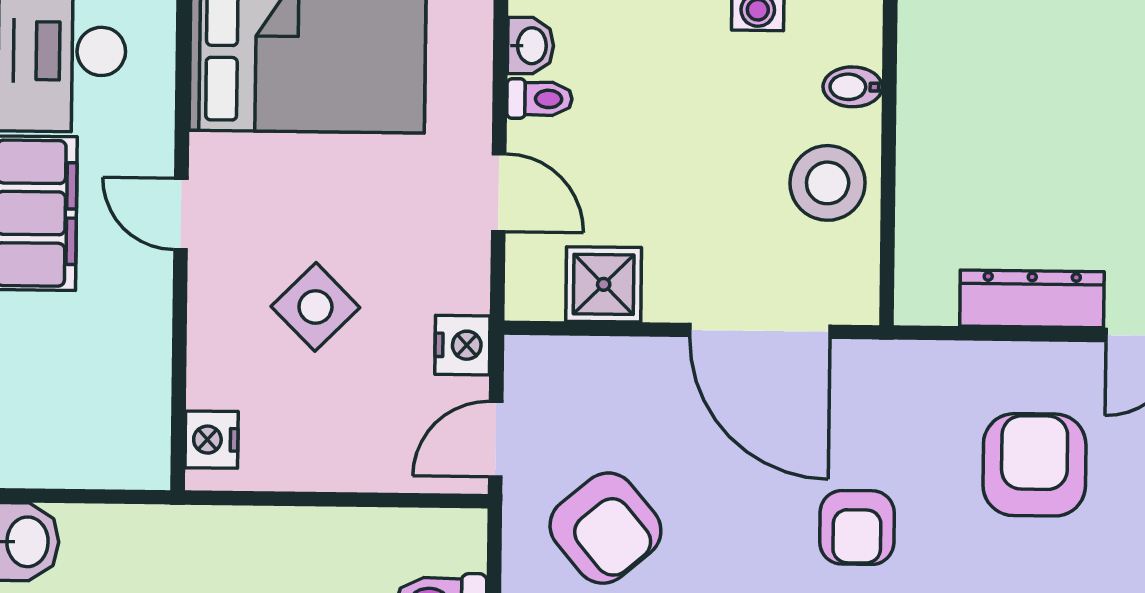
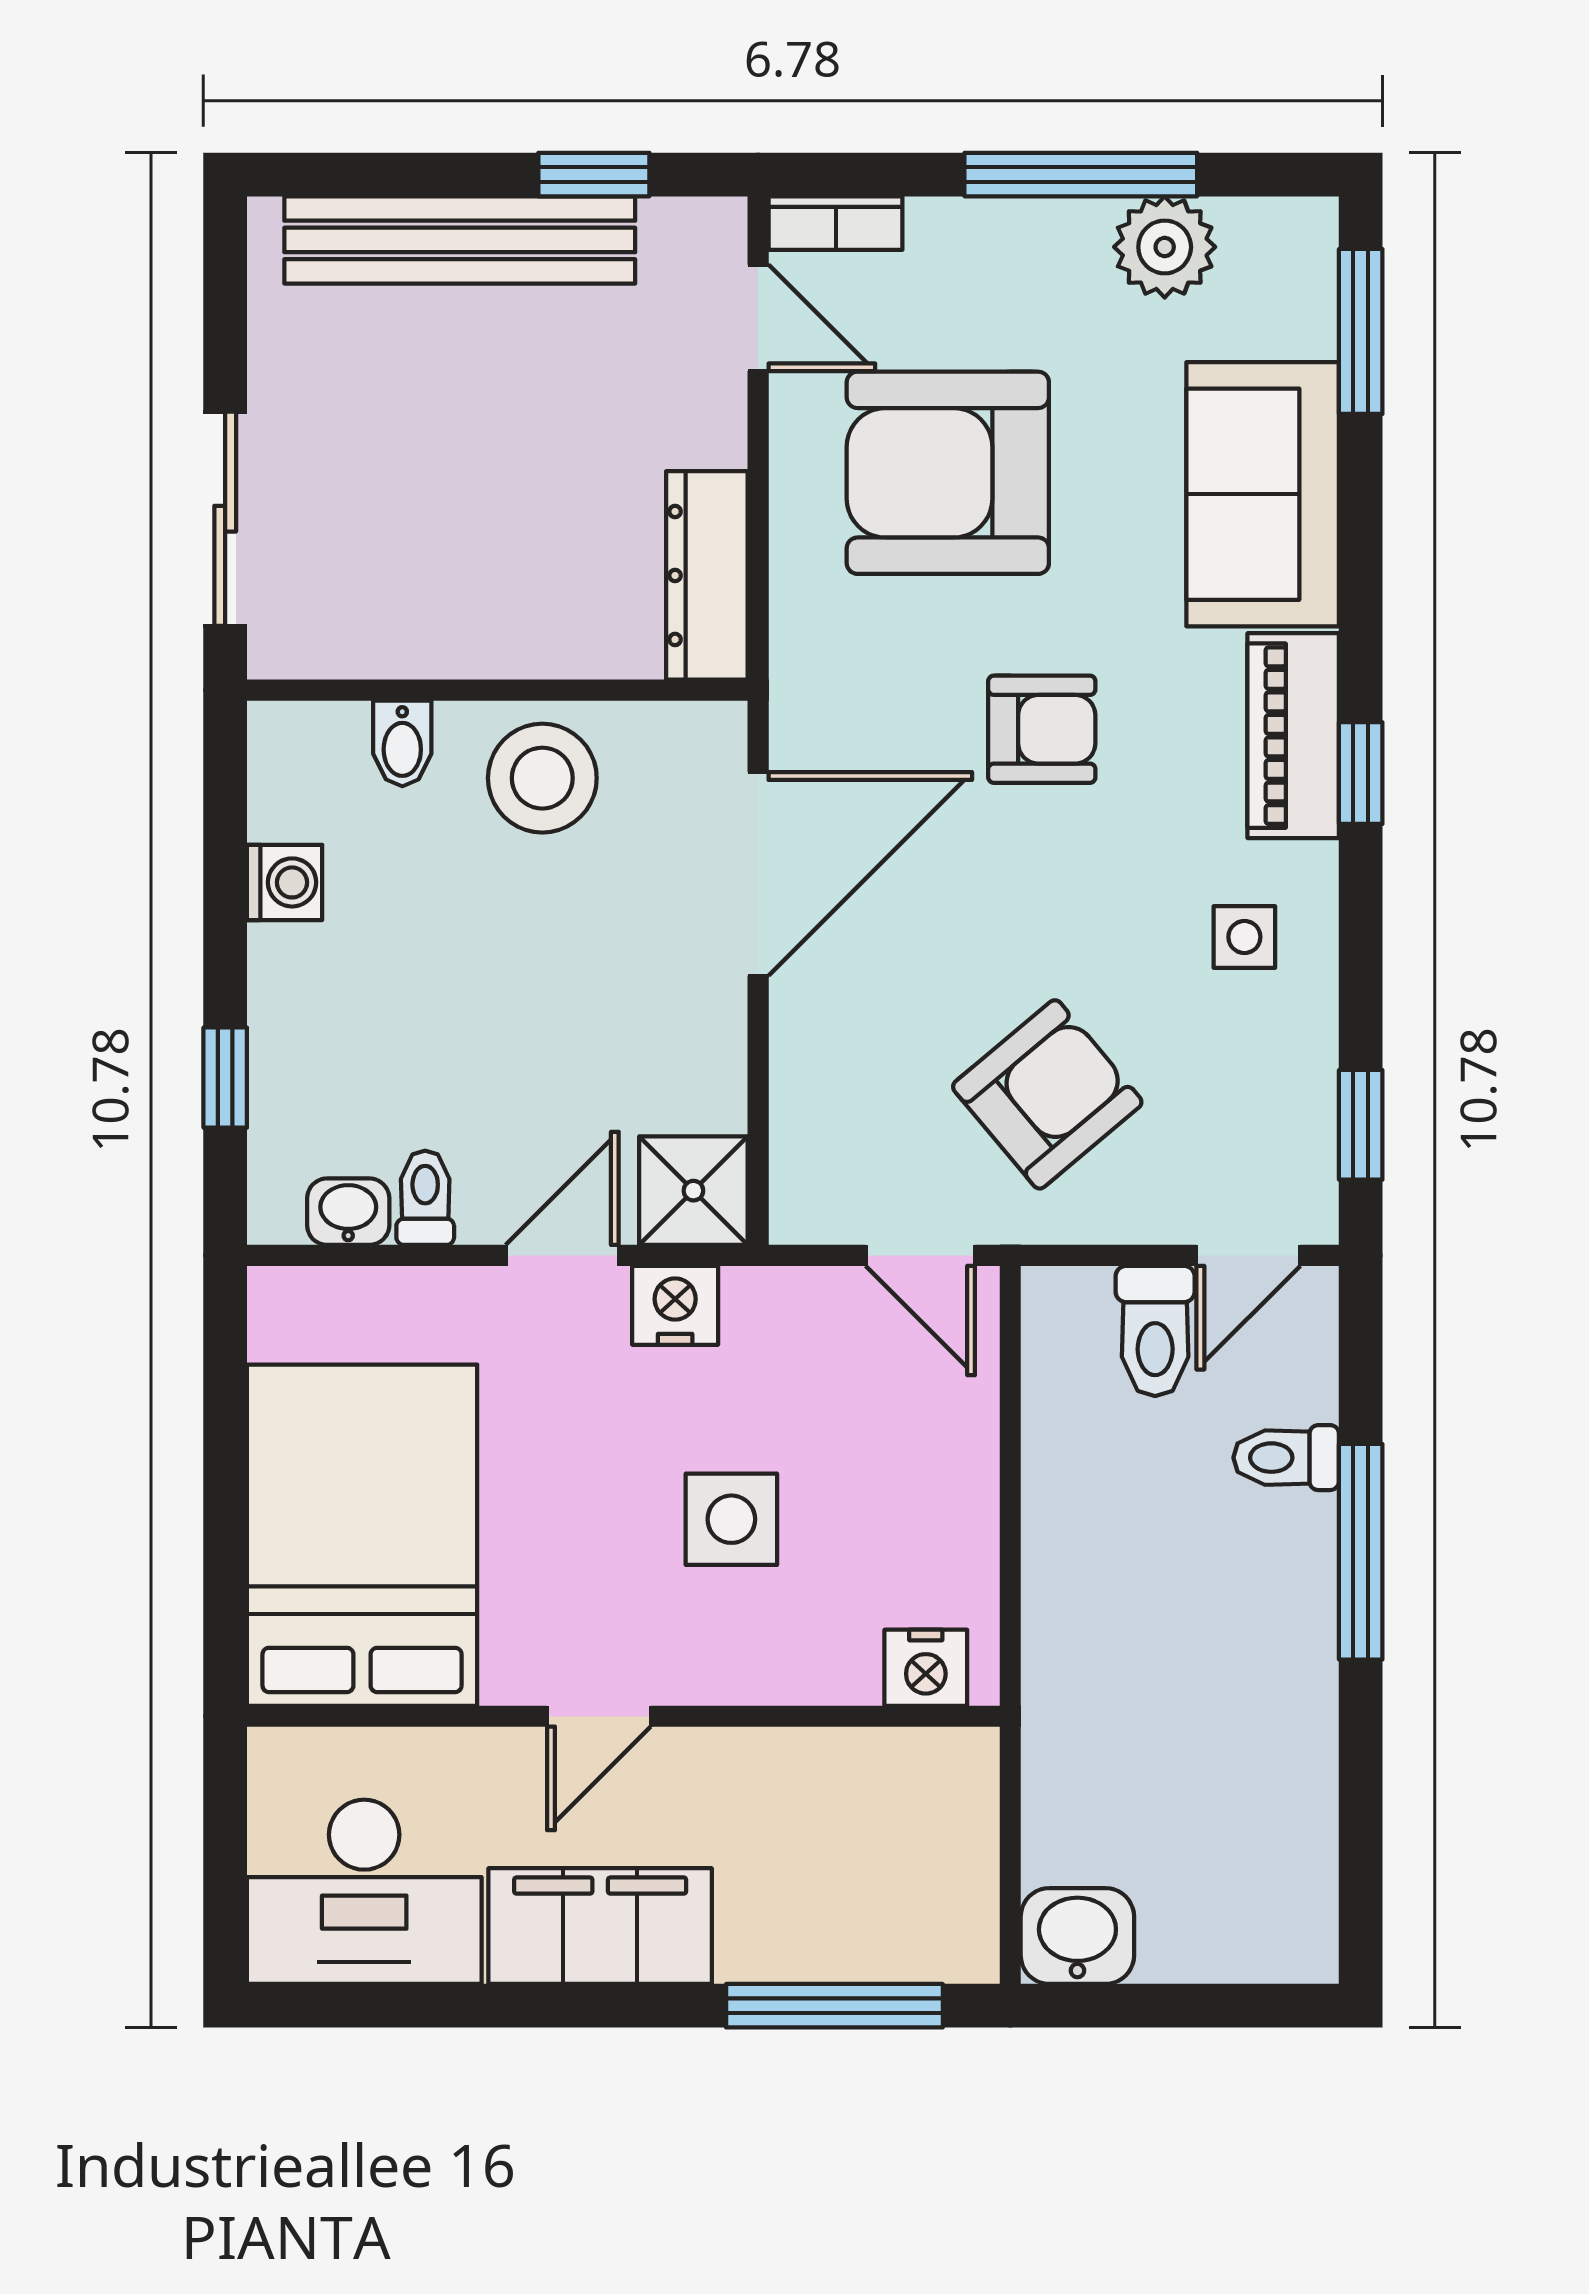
shower: (604, 284) -> (693, 1191), moved
dresser: (1032, 299) -> (707, 575), moved
side table: (315, 307) -> (731, 1519), turned 45
nightstand: (462, 345) -> (675, 1305), moved
armchair: (1034, 465) -> (948, 473), width x1.36, depth x1.36

